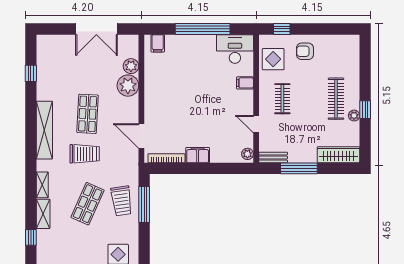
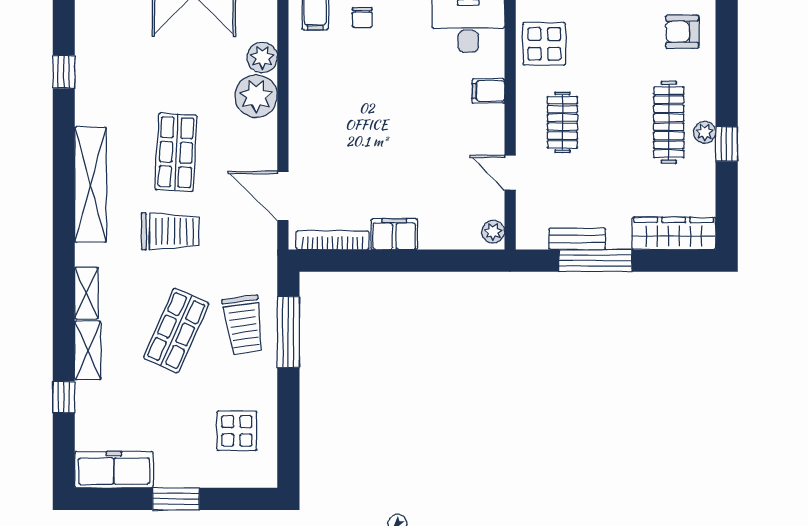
chair: (181, 46) -> (362, 17), added
armchair: (305, 51) -> (682, 32), moved
plant: (354, 116) -> (705, 132), moved
bench: (273, 157) -> (577, 239), moved

